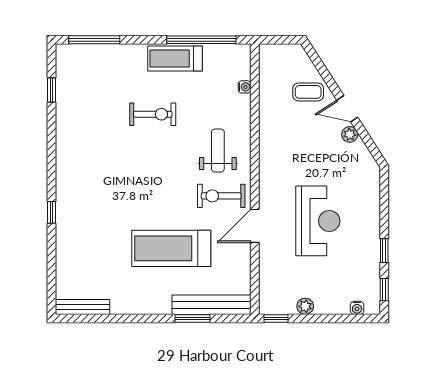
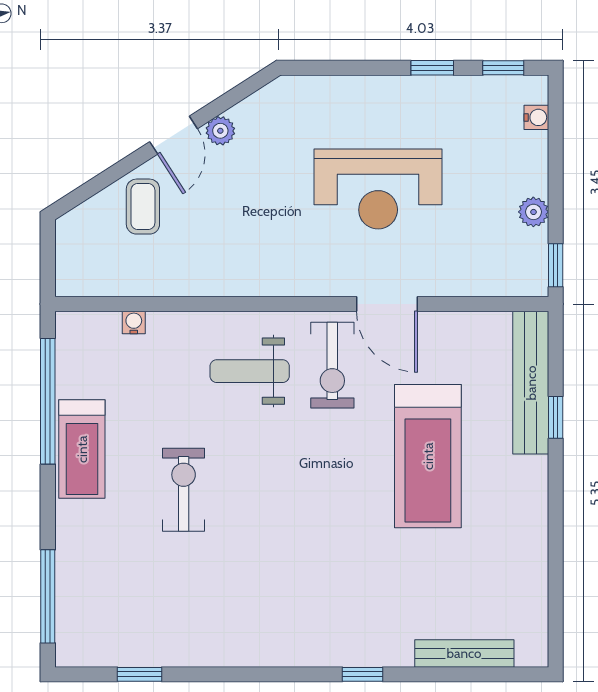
reception desk: (318, 221) -> (378, 189), turned 180
bench: (83, 307) -> (464, 653), moved, turned 90
window: (192, 318) -> (556, 417), width x0.67

